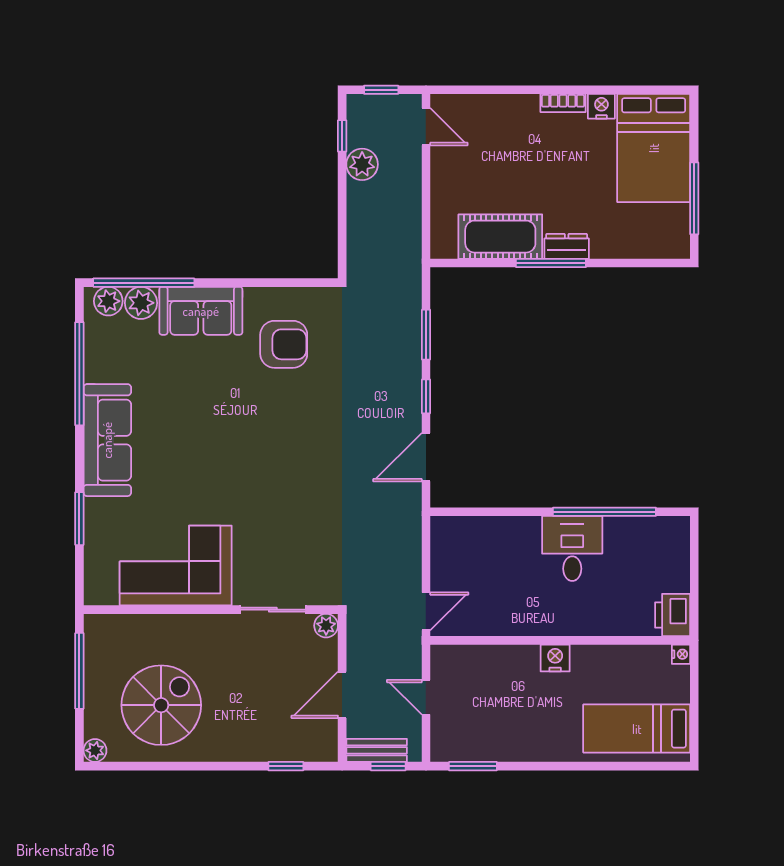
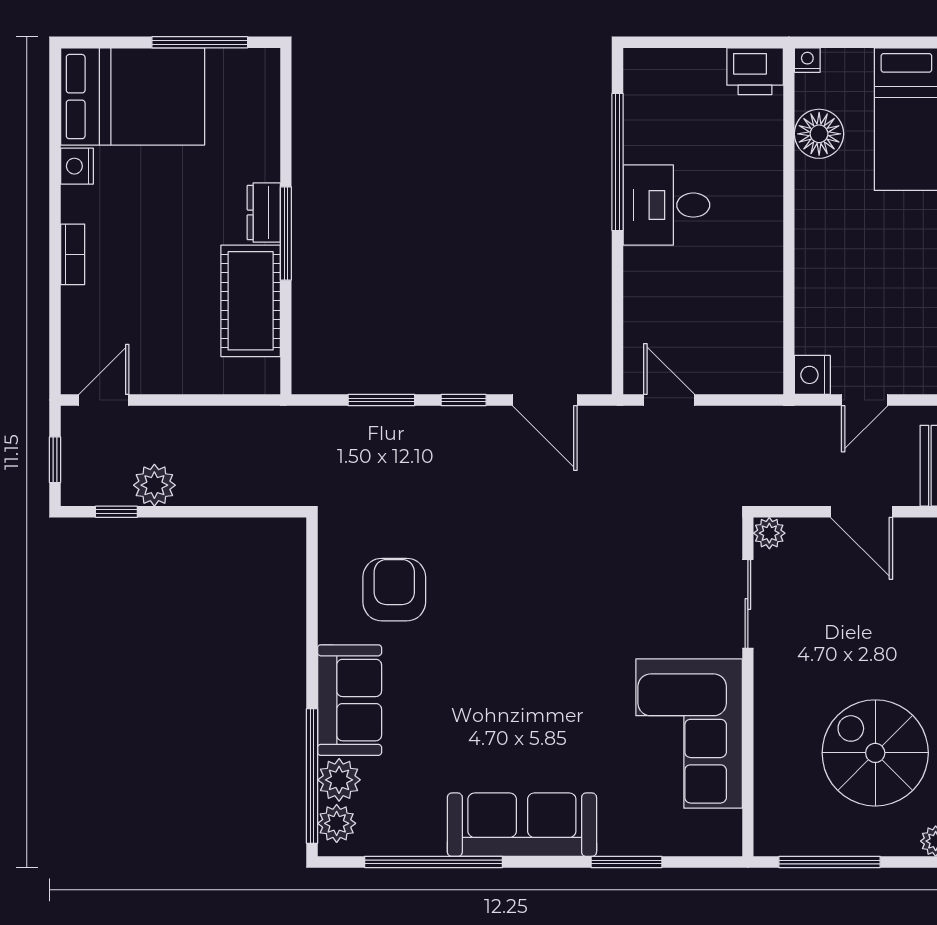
bookcase: (563, 103) -> (73, 254), moved
door: (426, 611) -> (669, 400), moved
nightstand: (555, 658) -> (812, 375), moved
floor lamp: (626, 663) -> (819, 134), added

